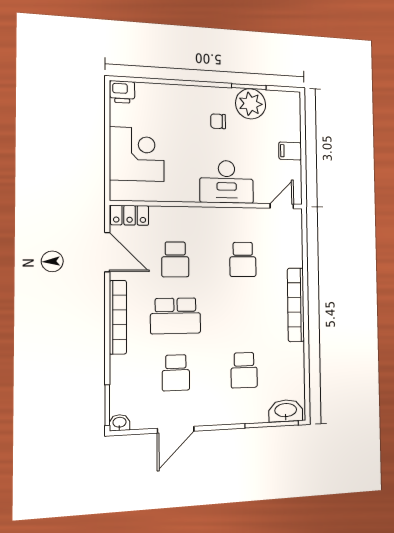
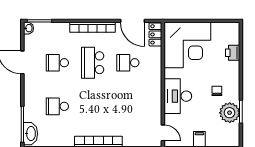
printer: (122, 92) -> (233, 53), moved
corner desk: (137, 154) -> (188, 45), width x1.36, depth x1.36
door: (107, 252) -> (132, 21), hinge flipped
school desk: (243, 259) -> (128, 106), removed

